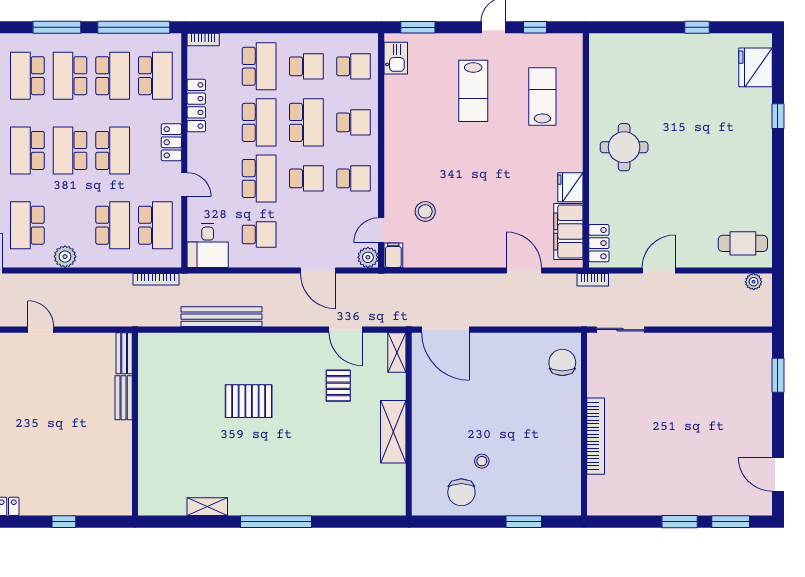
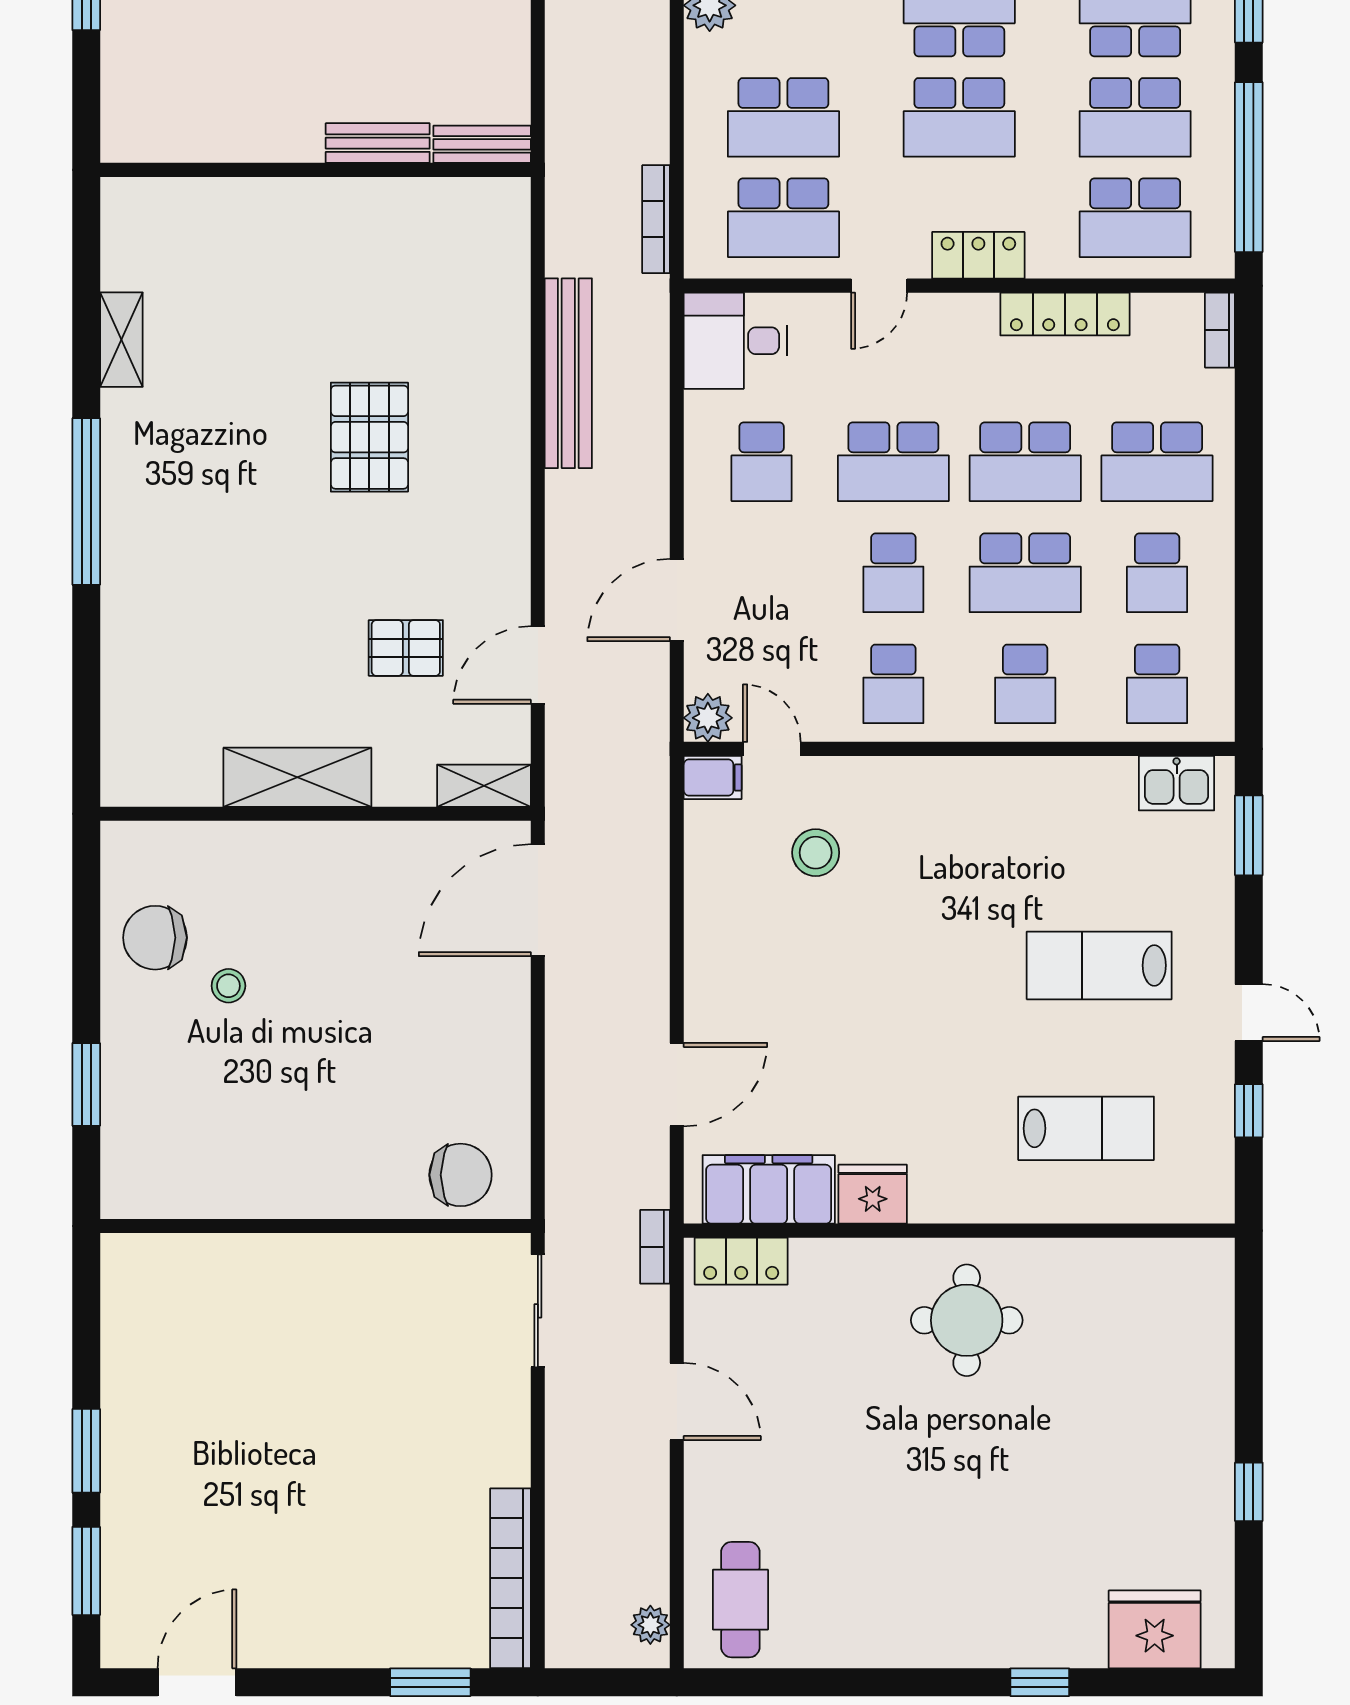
bookcase: (596, 436) -> (510, 1578), moved, turned 90

